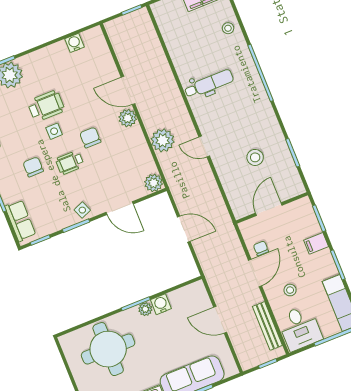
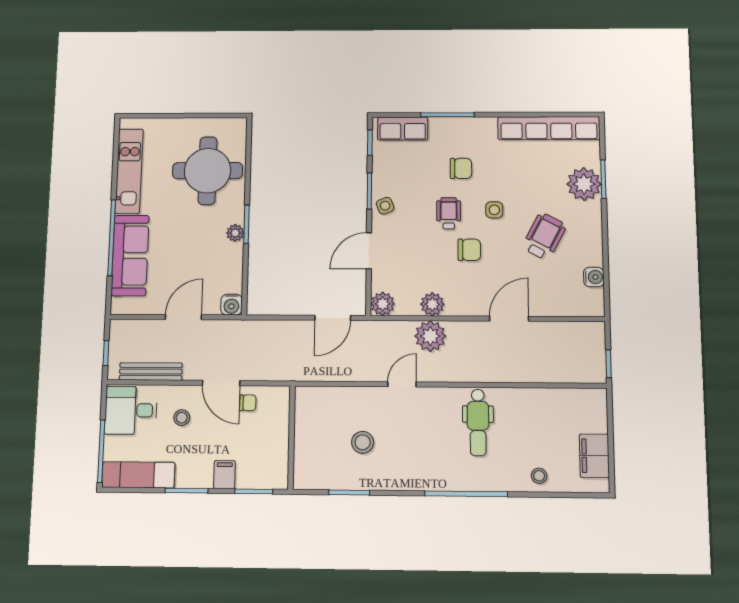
wheelchair: (46, 106) -> (544, 236), moved, turned -152
plant: (128, 118) -> (432, 304), moved
door: (269, 209) -> (292, 433), removed
door: (184, 229) -> (333, 318), moved
water cooler: (161, 304) -> (231, 305), moved, turned 90

